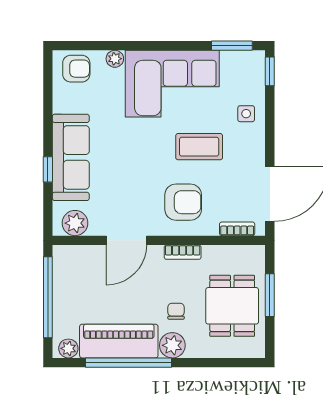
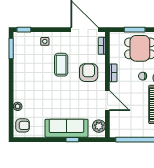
armchair: (76, 69) -> (23, 125), turned 90
corner sofa: (172, 84) -> (30, 78), removed

